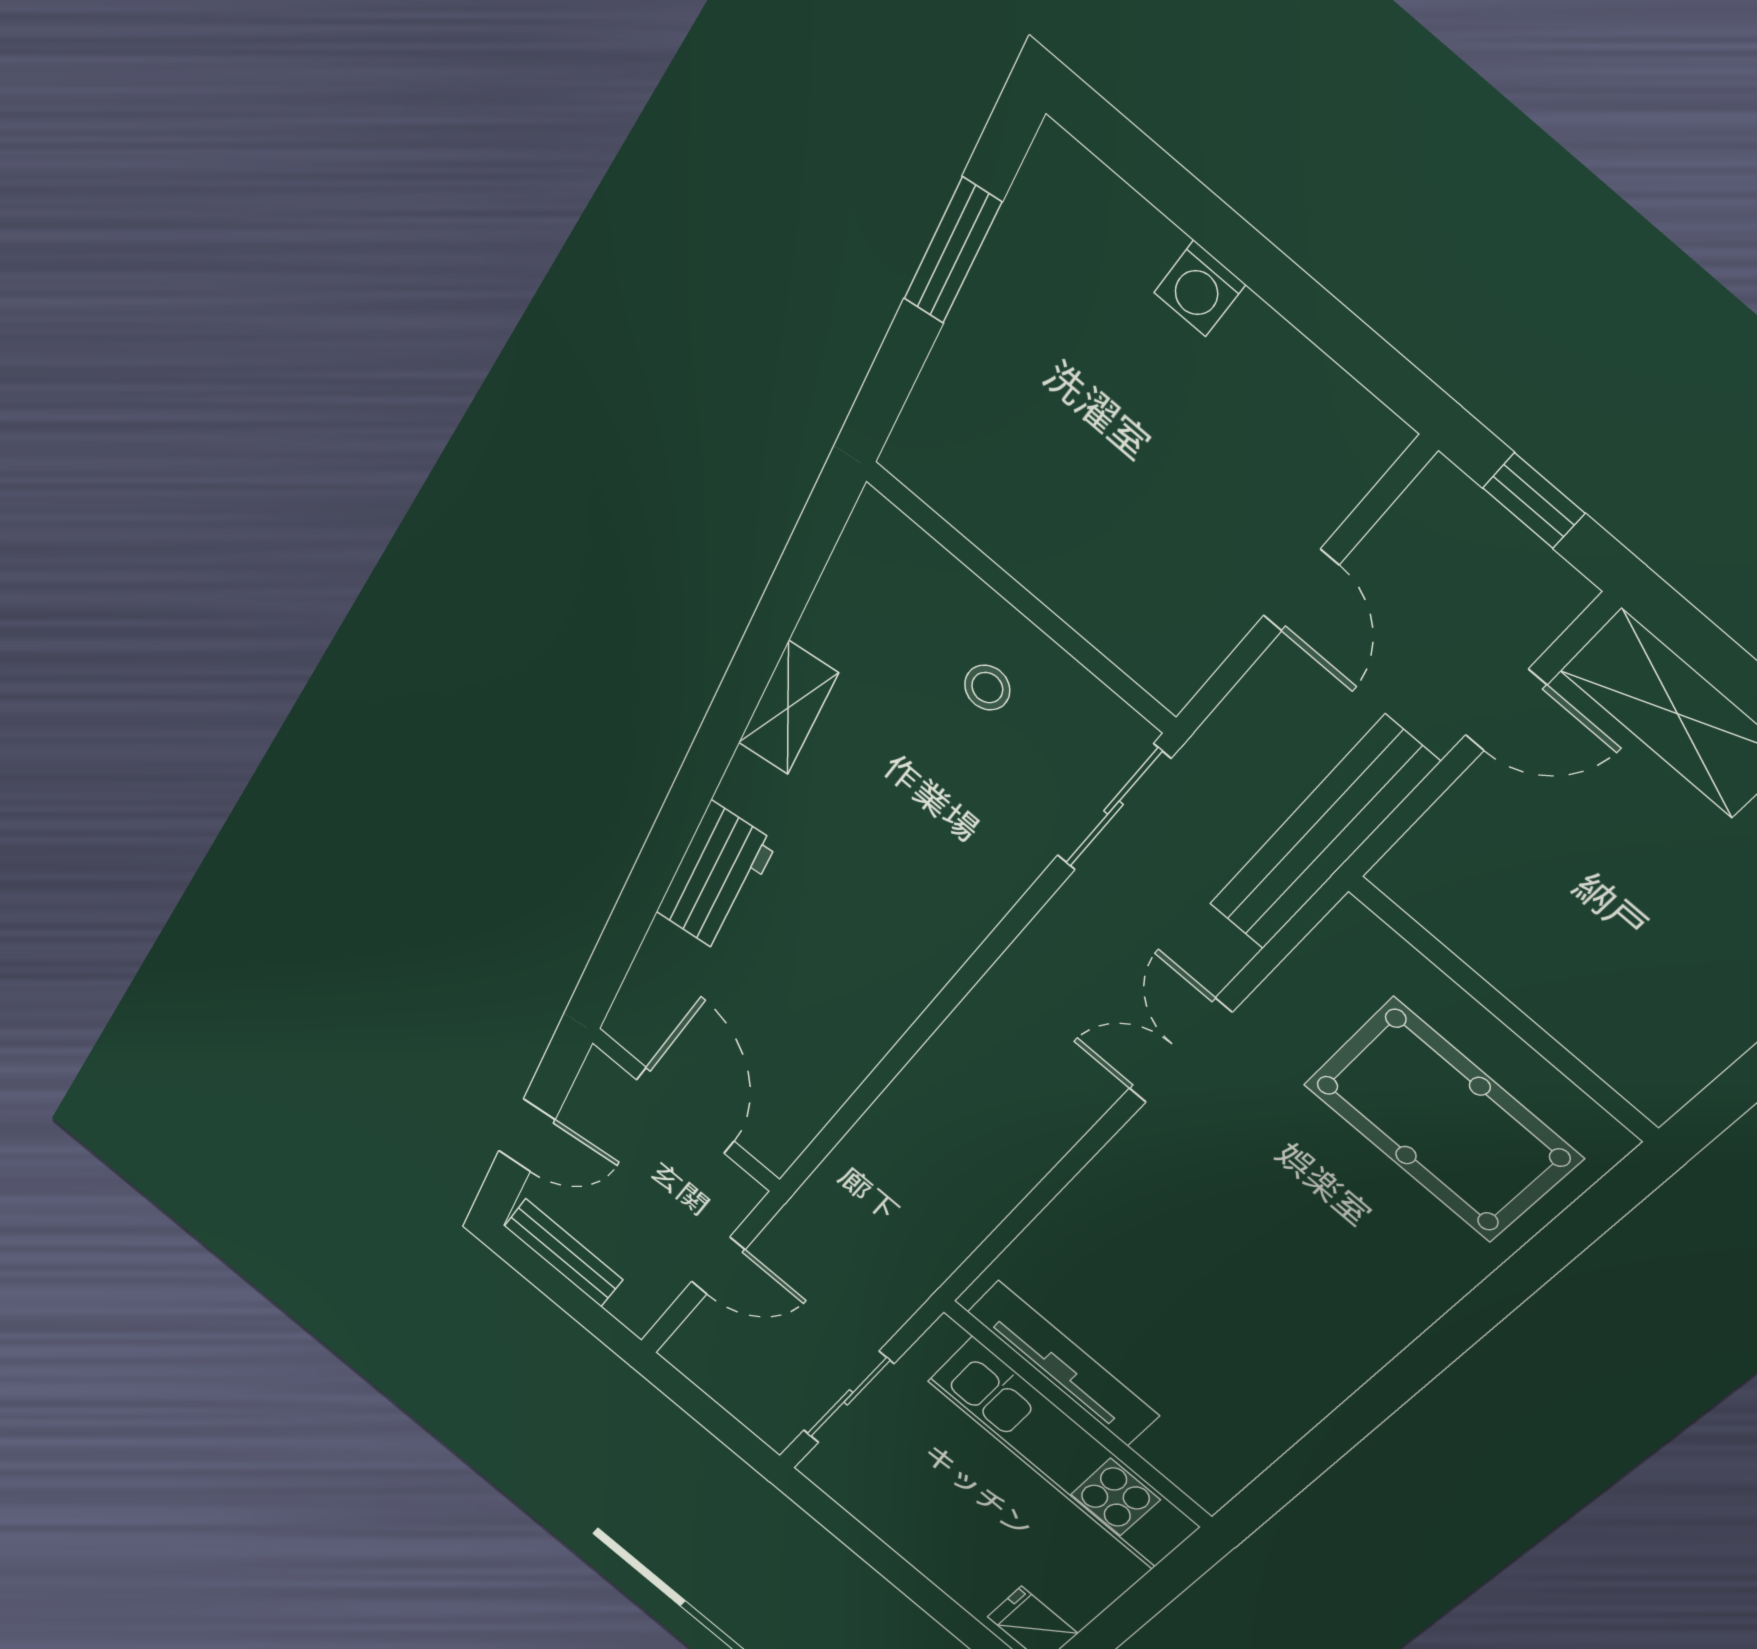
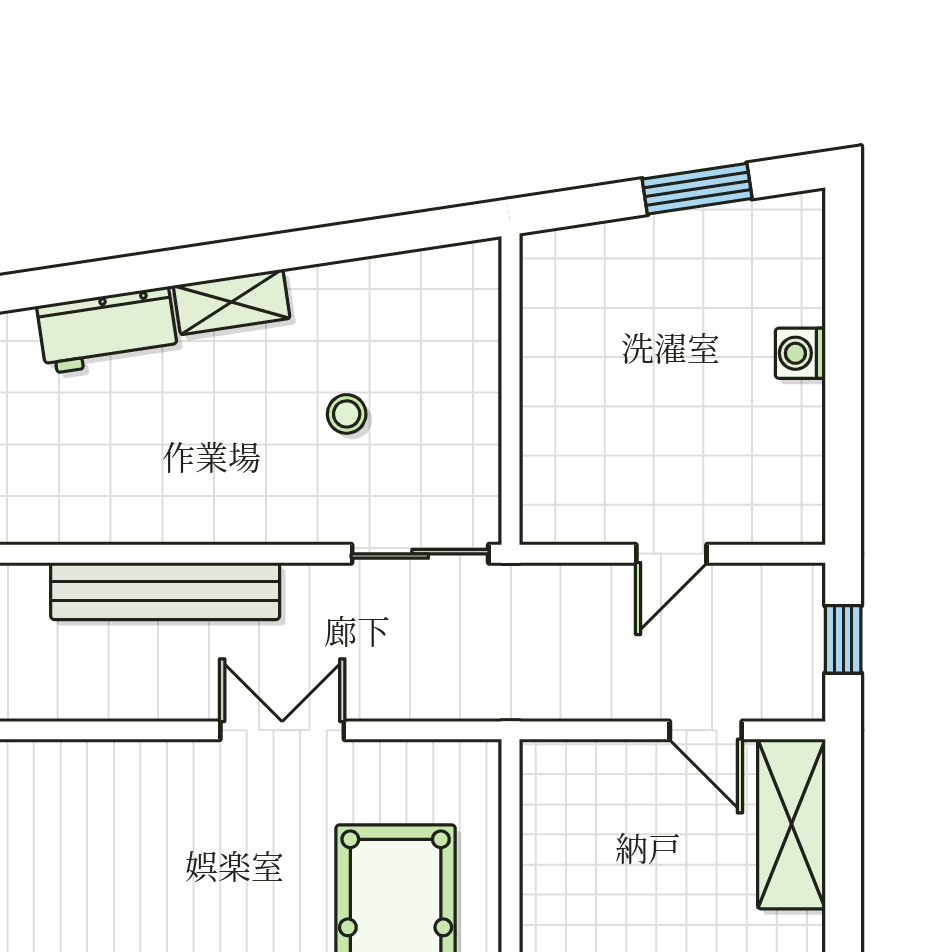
stool: (987, 688) -> (347, 414), moved
shelving: (788, 708) -> (232, 302), moved
bench: (1322, 834) -> (165, 591), moved

